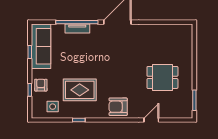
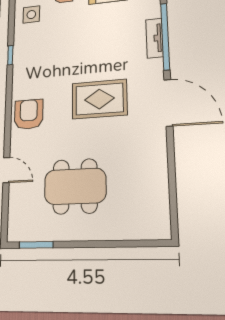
dining table: (162, 77) -> (75, 186), width x1.38
rug: (80, 90) -> (99, 99), moved, turned 90

